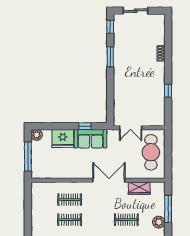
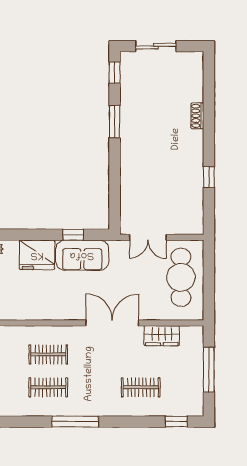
plant: (159, 222) -> (194, 391), removed

